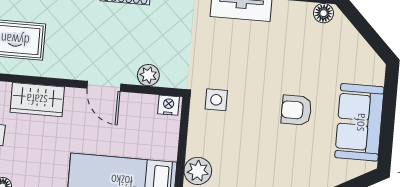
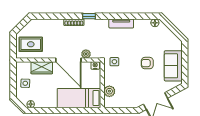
door: (104, 86) -> (68, 60), width x1.88

